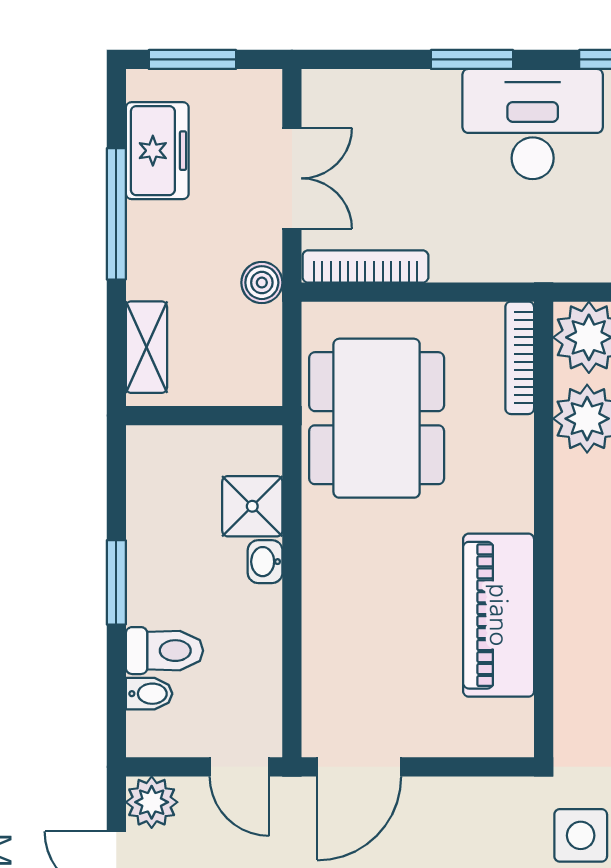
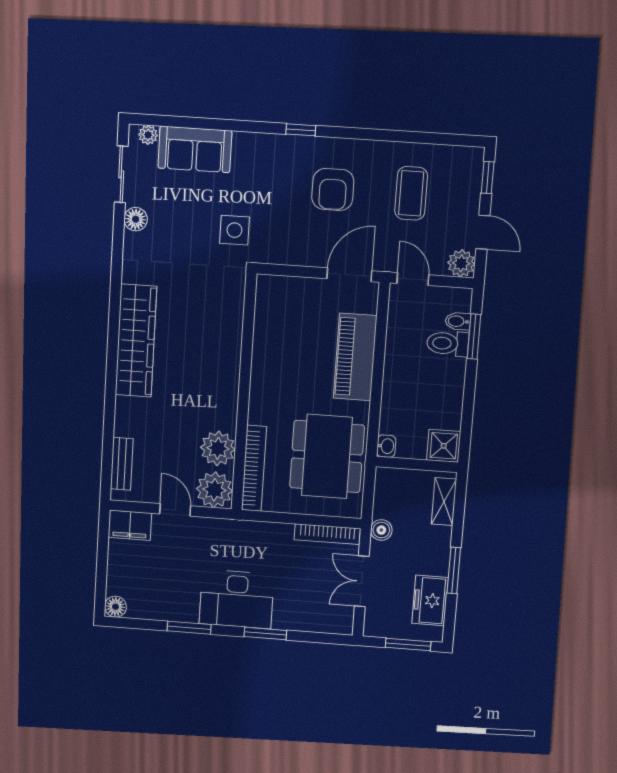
window: (116, 214) -> (454, 570), width x0.69
bookcase: (520, 358) -> (254, 468), width x1.48, depth x1.31
shower: (252, 506) -> (444, 446), moved
washbasin: (265, 562) -> (386, 446), moved
window: (116, 582) -> (474, 337), moved
piano: (499, 615) -> (355, 357), moved, turned 180

